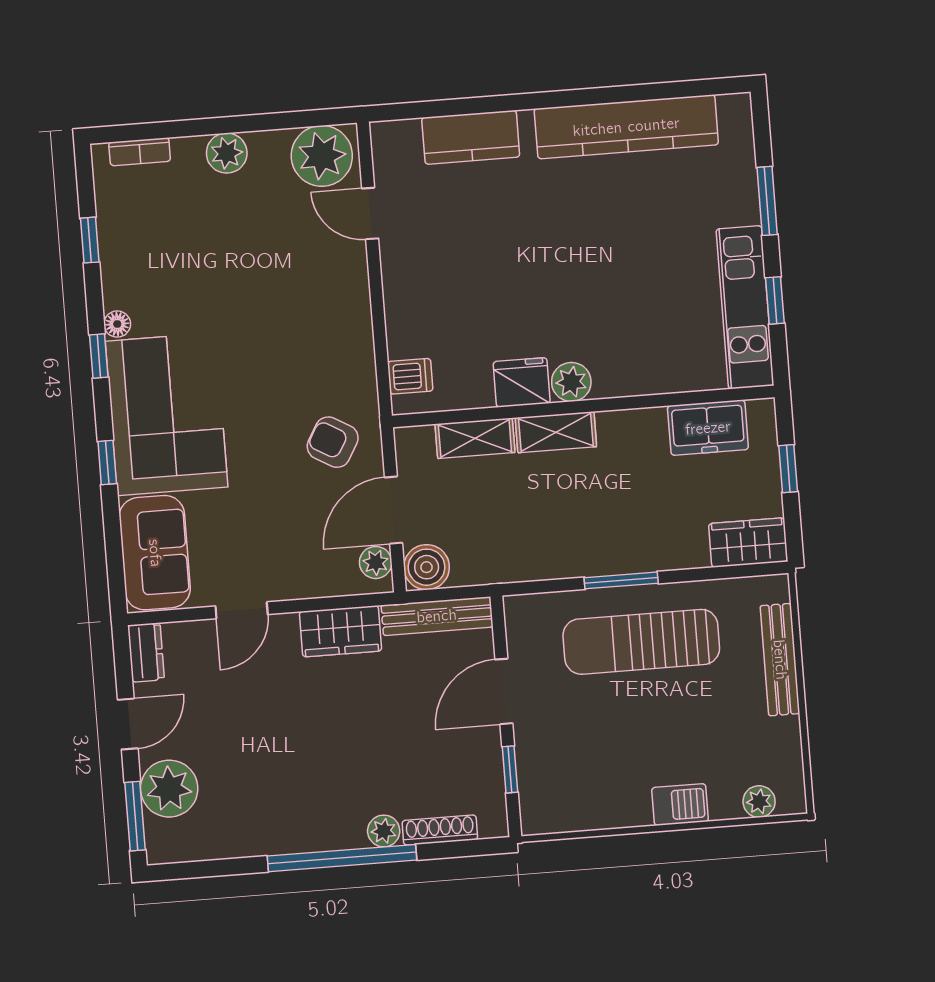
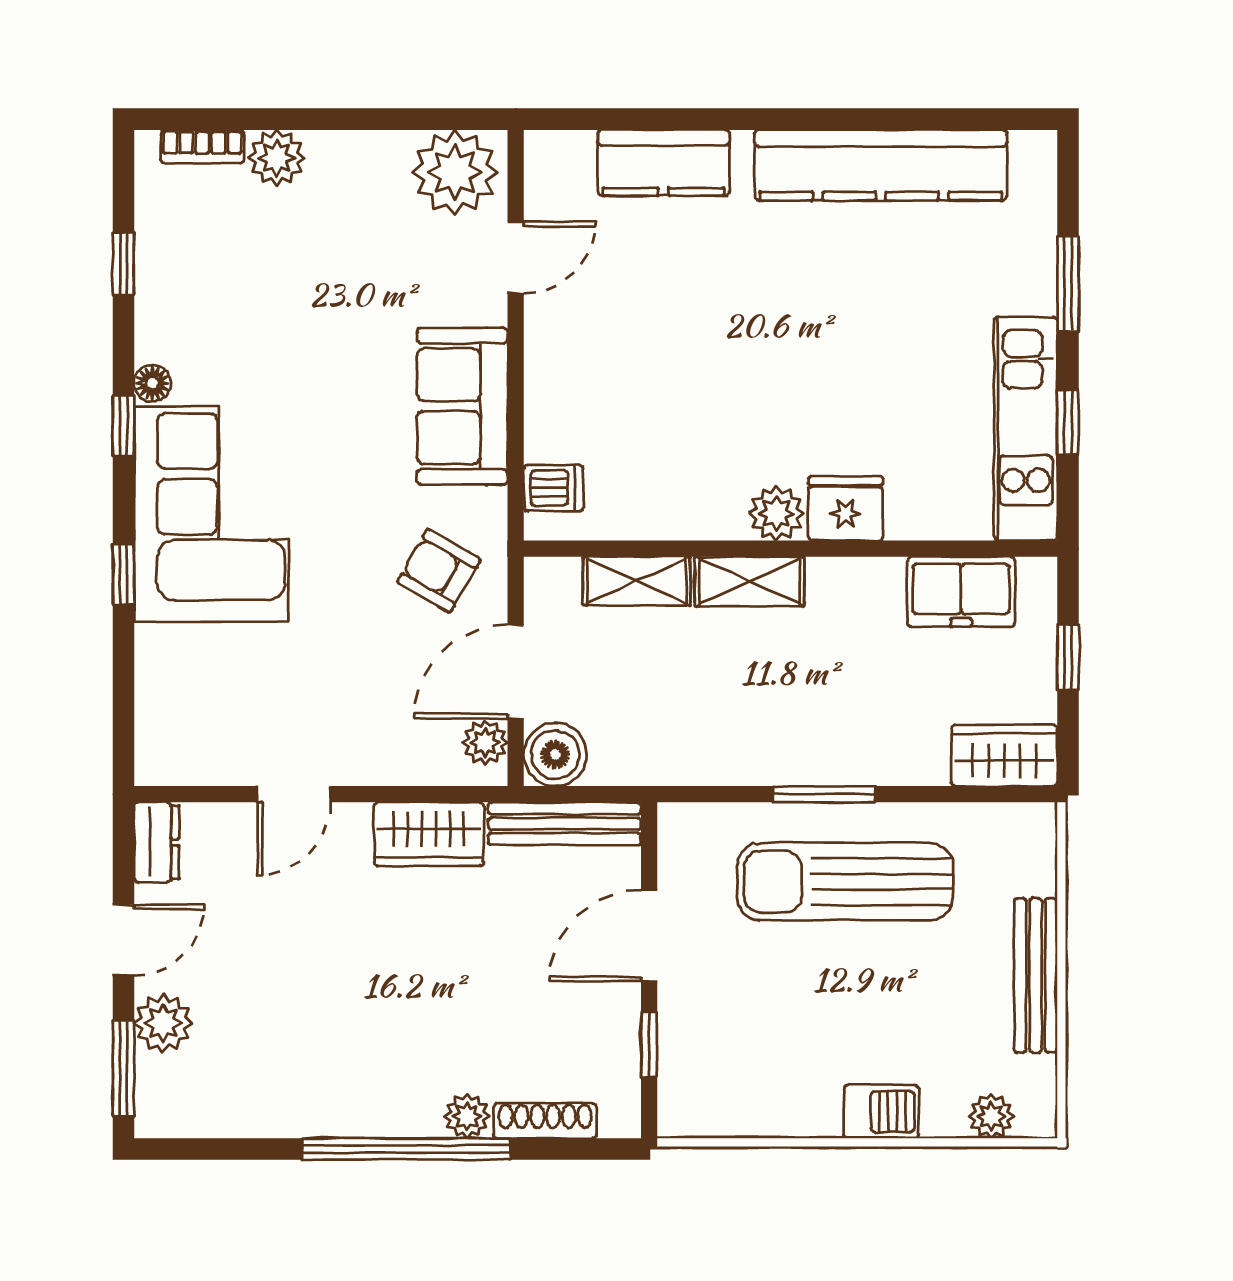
plant: (227, 153) -> (277, 158), moved
door: (370, 213) -> (516, 257), swing flipped
fridge: (522, 382) -> (846, 509), moved
sofa: (155, 553) -> (462, 406), moved, turned 180
bench: (780, 660) -> (1036, 975), moved
plant: (169, 789) -> (163, 1023), width x0.73, depth x0.73

